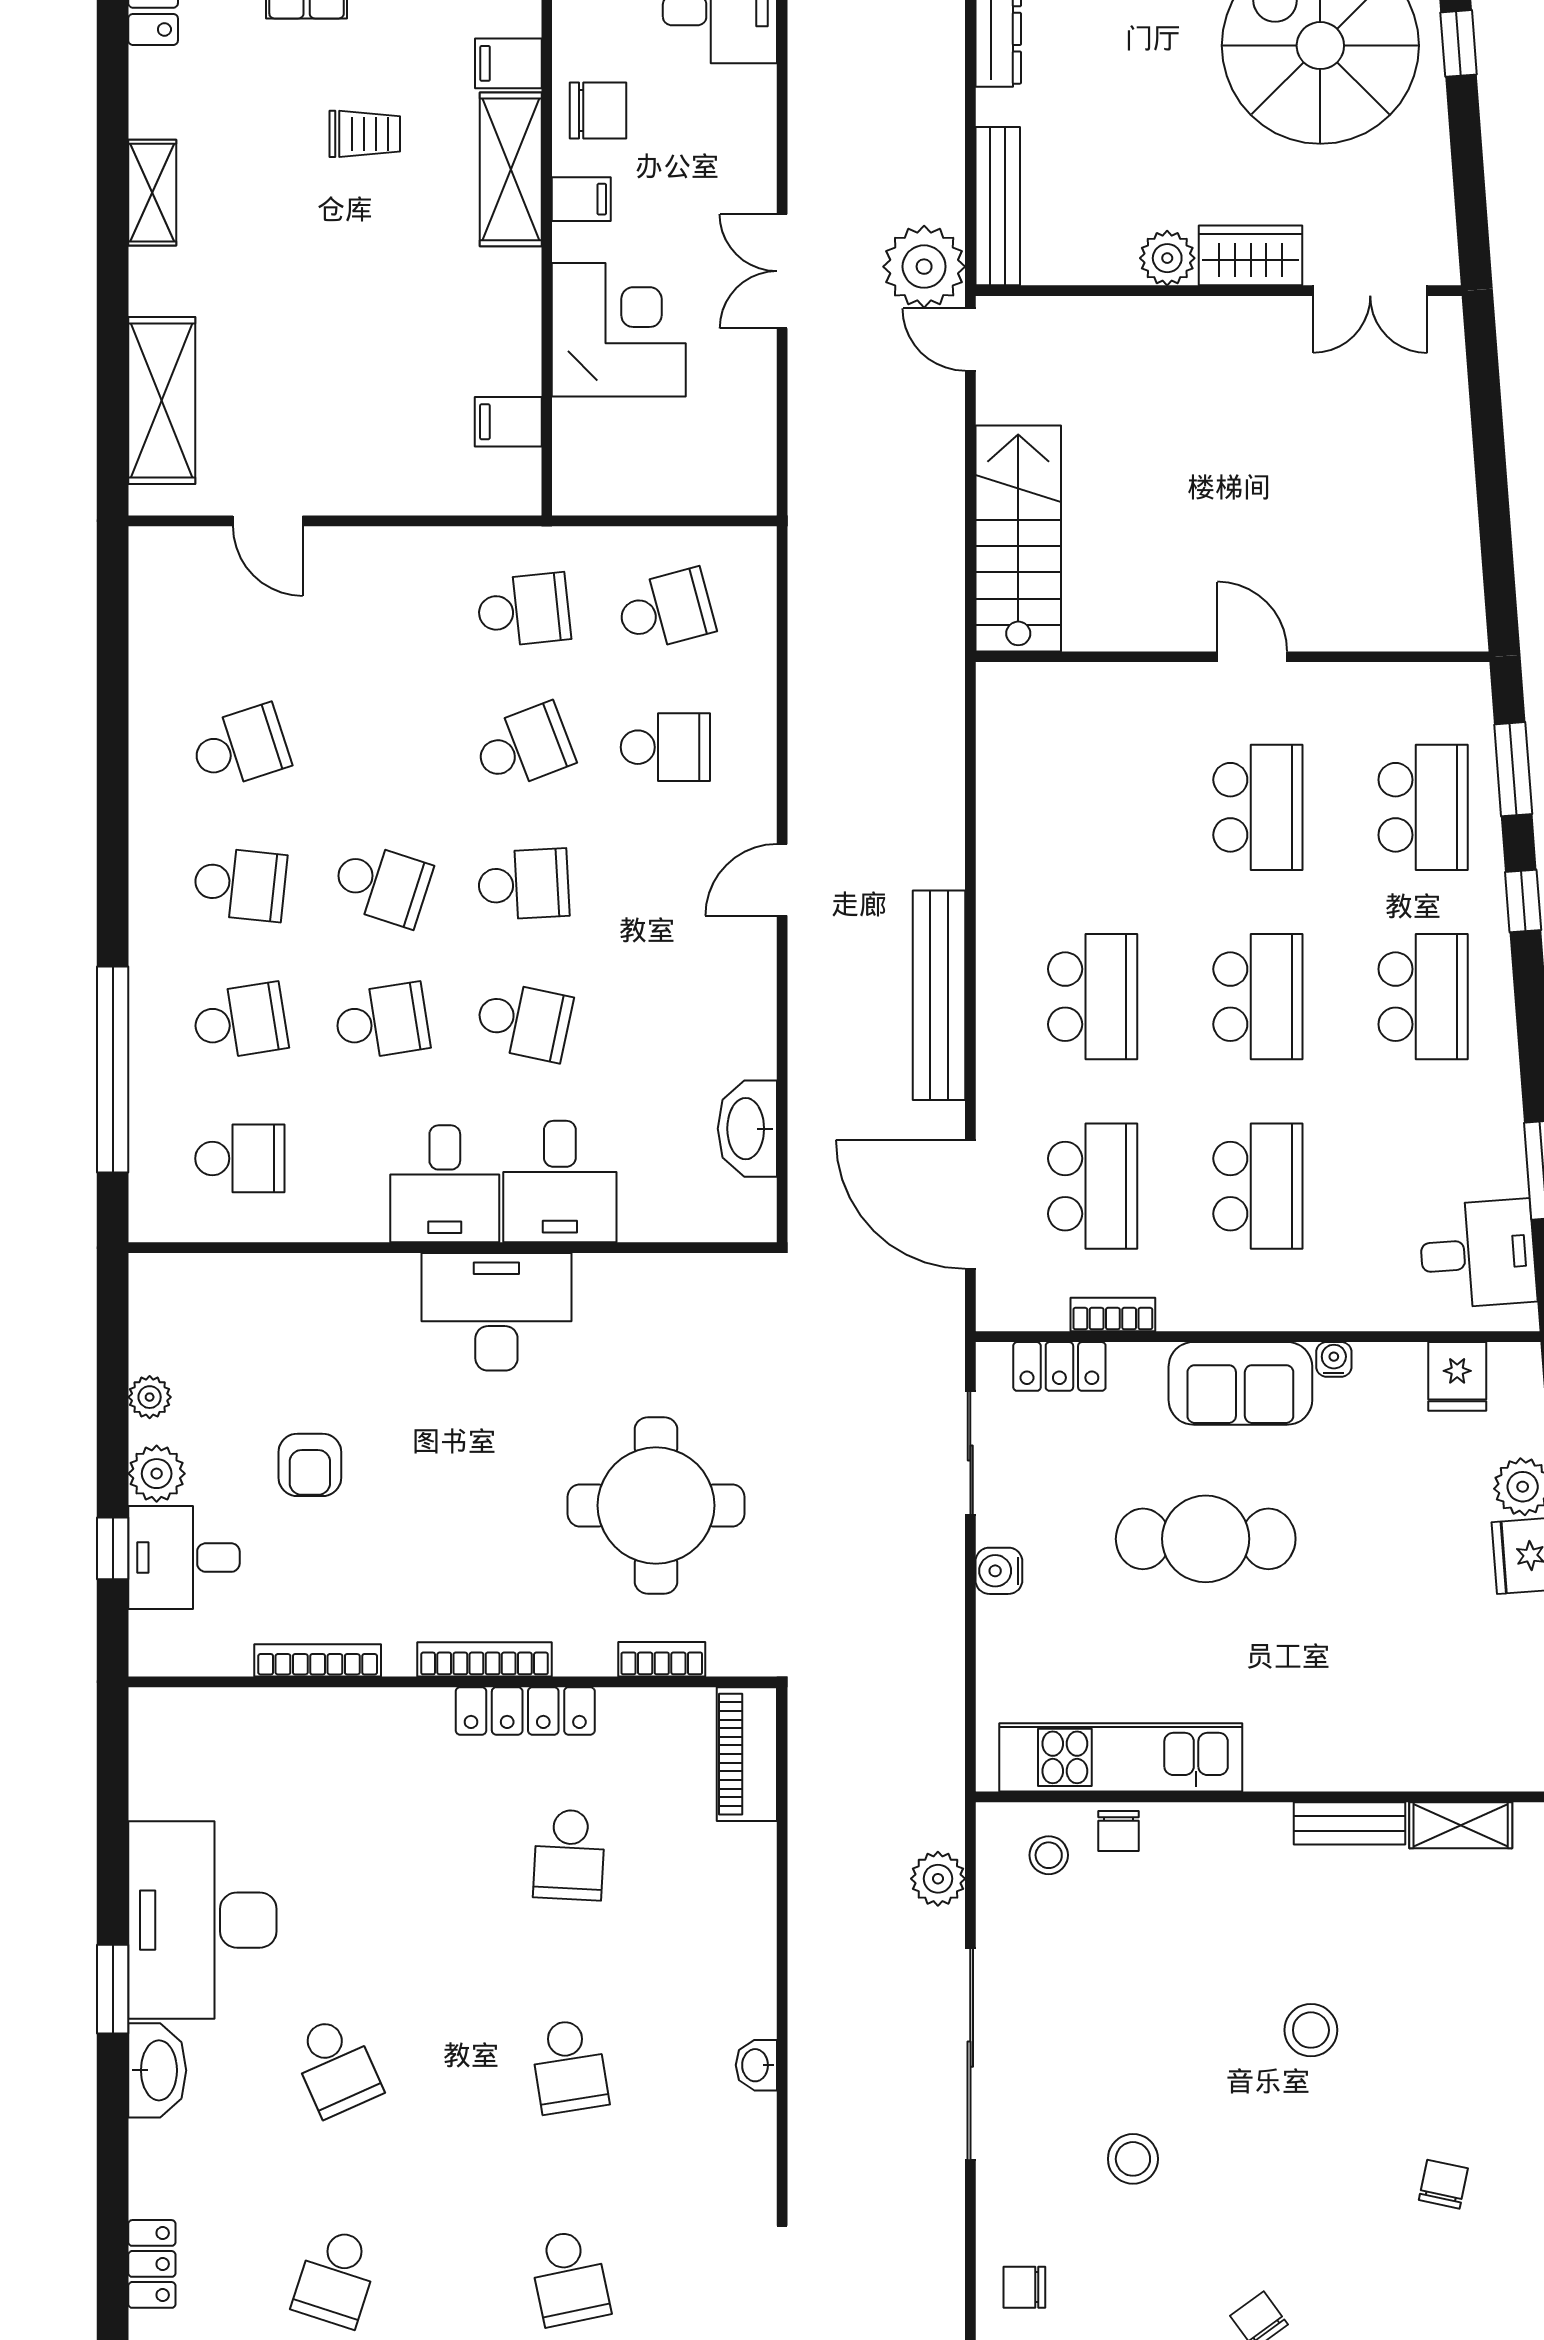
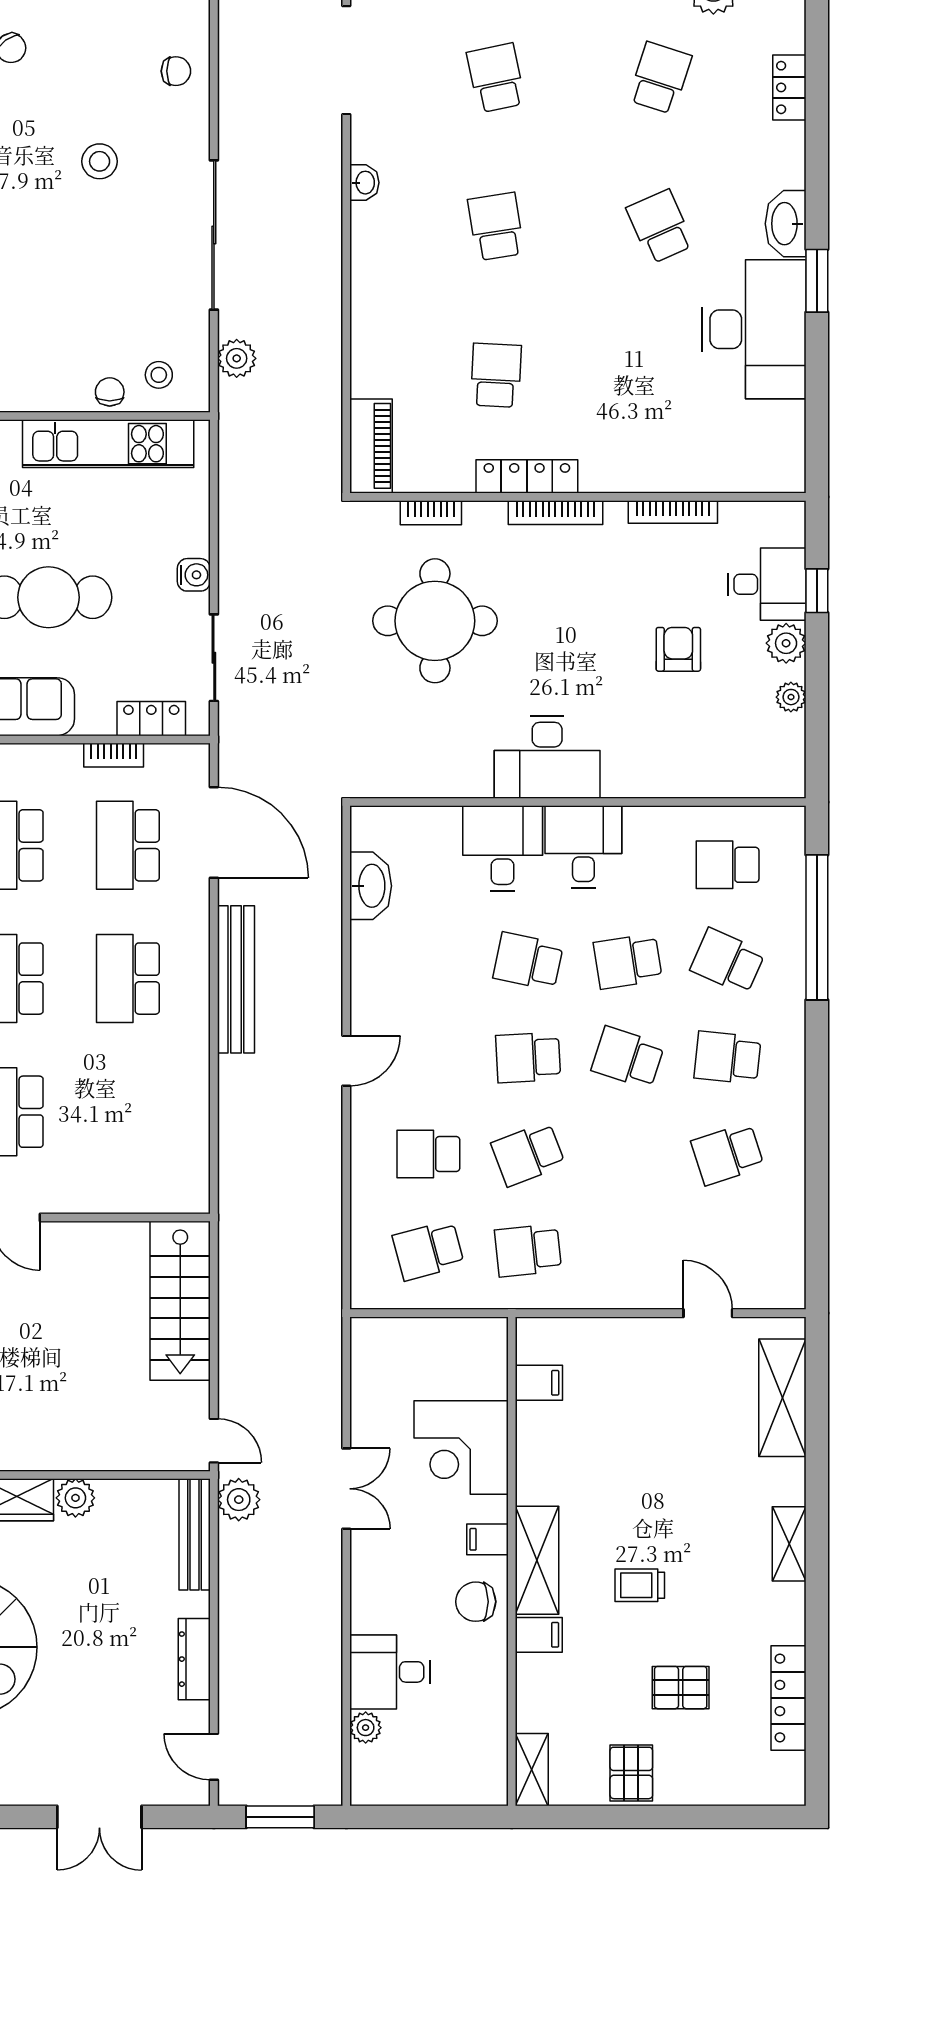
plant: (924, 267) -> (239, 1500), width x0.73, depth x0.73
school desk: (240, 1021) -> (728, 961), turned 33
washbasin: (756, 2065) -> (364, 183), moved

